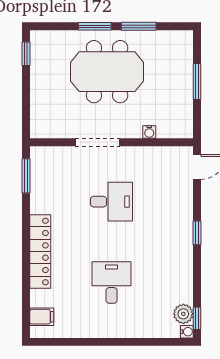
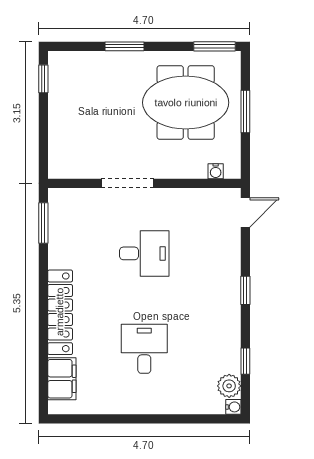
window: (139, 26) -> (215, 46), moved
meeting table: (107, 72) -> (186, 103), moved
water cooler: (149, 132) -> (216, 171), moved
filing cabinet: (42, 317) -> (62, 379), width x2.00
window: (197, 318) -> (245, 361), moved

